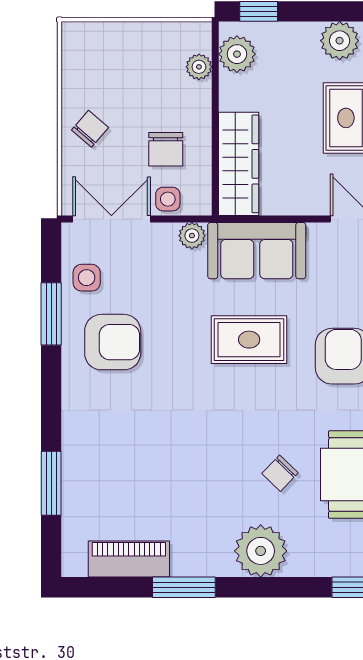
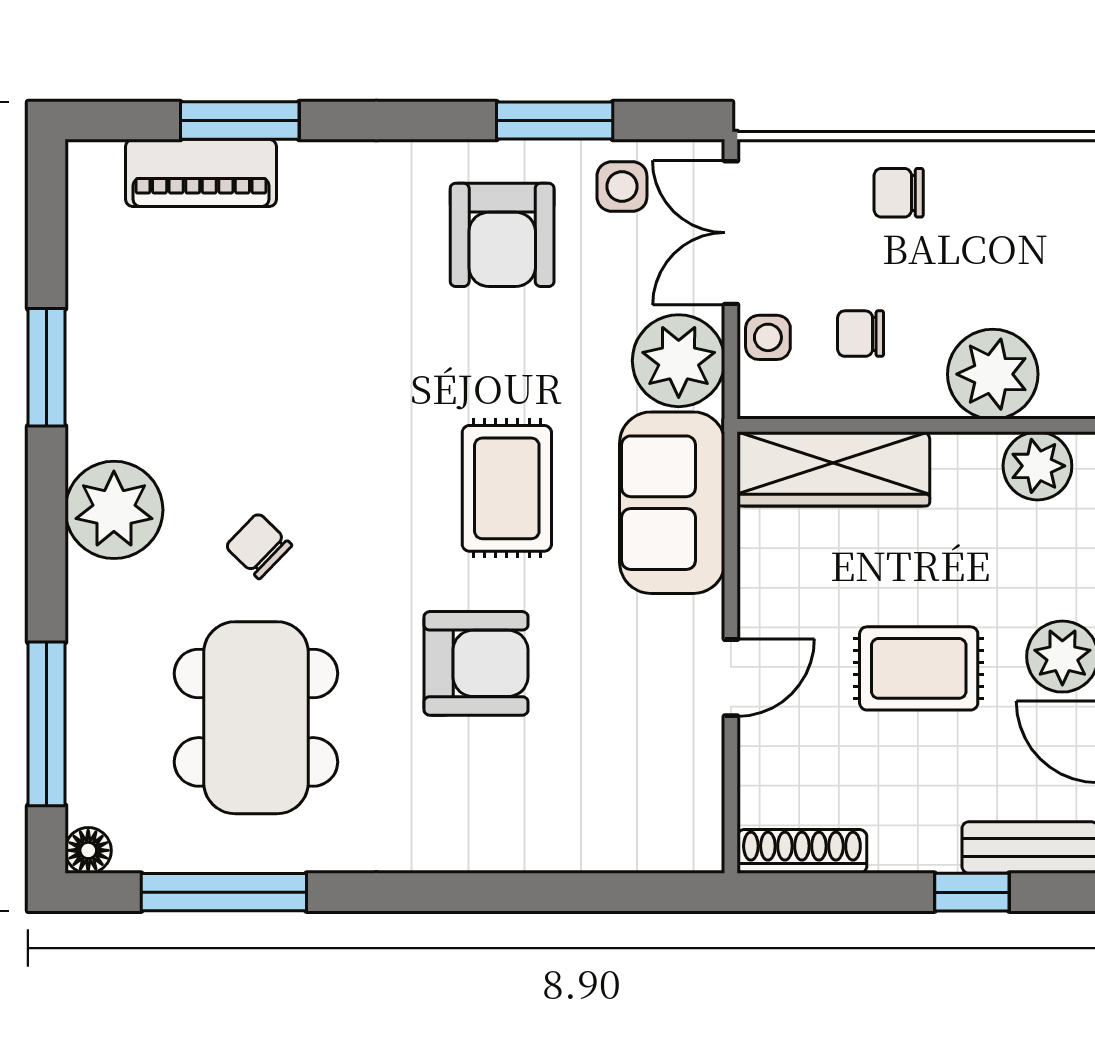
plant: (199, 67) -> (993, 374), width x1.88, depth x1.88
chair: (90, 129) -> (899, 193), turned 139
chair: (166, 149) -> (861, 334), width x0.73, depth x0.73
double door: (111, 219) -> (731, 233), swing flipped
plant: (192, 236) -> (679, 361), width x1.88, depth x1.88
piano: (129, 559) -> (201, 173), moved, turned 90

